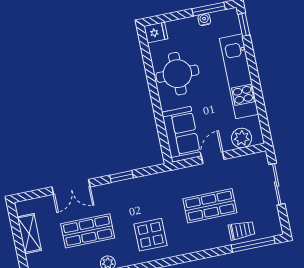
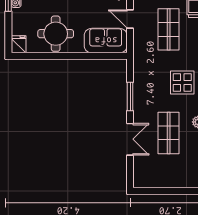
window: (121, 177) -> (130, 96), width x1.50
shelving: (29, 234) -> (161, 181), removed

